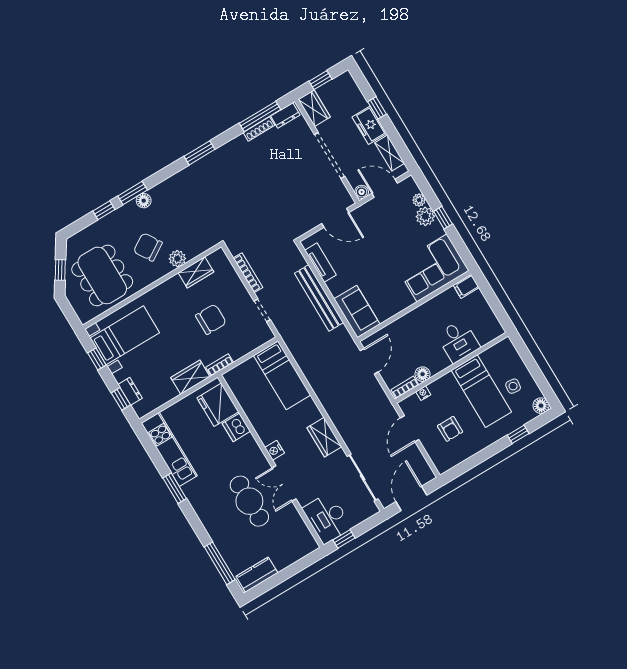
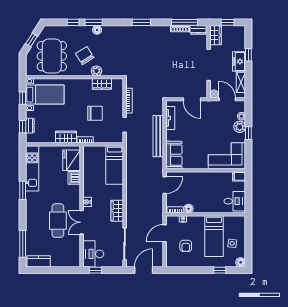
desk: (458, 341) -> (235, 201), moved, turned -90

